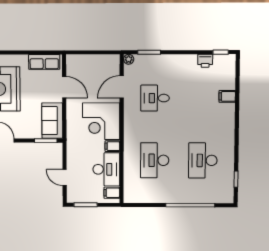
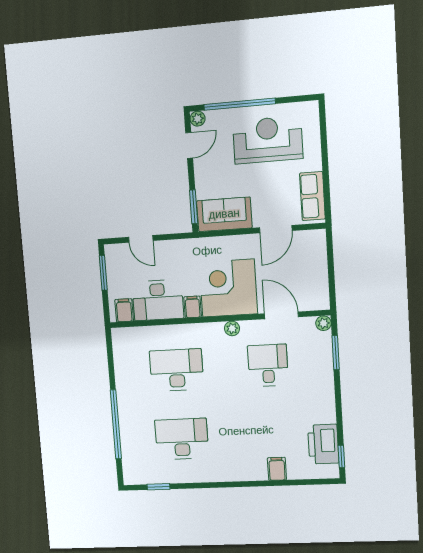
printer: (205, 61) -> (323, 444), width x1.87, depth x1.48
plant: (128, 121) -> (232, 328), added
door: (65, 178) -> (141, 239), swing flipped

